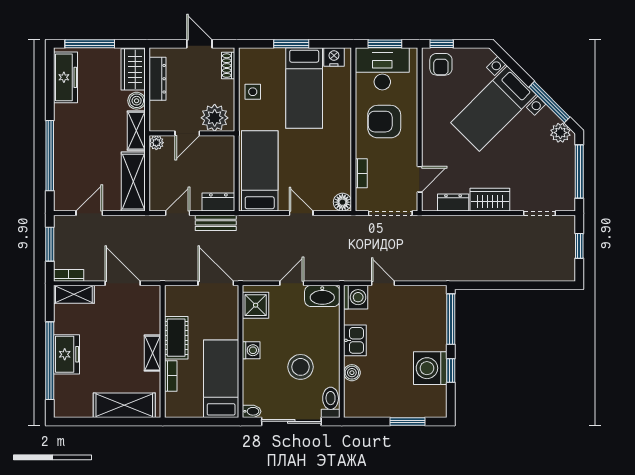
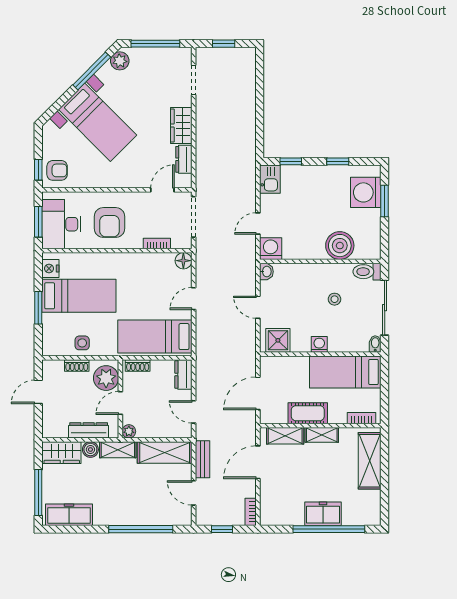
shoe rack: (228, 66) -> (77, 365), moved
dresser: (158, 79) -> (89, 430), moved
door: (187, 133) -> (120, 403), swing flipped
shoe rack: (228, 152) -> (138, 366), added
door: (420, 179) -> (162, 190), hinge flipped
bench: (216, 223) -> (202, 459), moved
window: (50, 244) -> (222, 529), width x0.67
door: (216, 283) -> (258, 393), moved
shelving: (74, 294) -> (285, 436), moved, turned 90
washbasin: (322, 296) -> (266, 272), width x0.52, depth x0.69
window: (451, 319) -> (291, 161), width x0.46
kitchen sink: (355, 340) -> (270, 179), moved, turned 90
stool: (301, 367) -> (335, 299), width x0.53, depth x0.53
washing machine: (430, 368) -> (366, 192), moved, turned 90
boiler: (352, 373) -> (340, 246), width x1.86, depth x1.86
bookcase: (171, 376) -> (361, 418), moved

